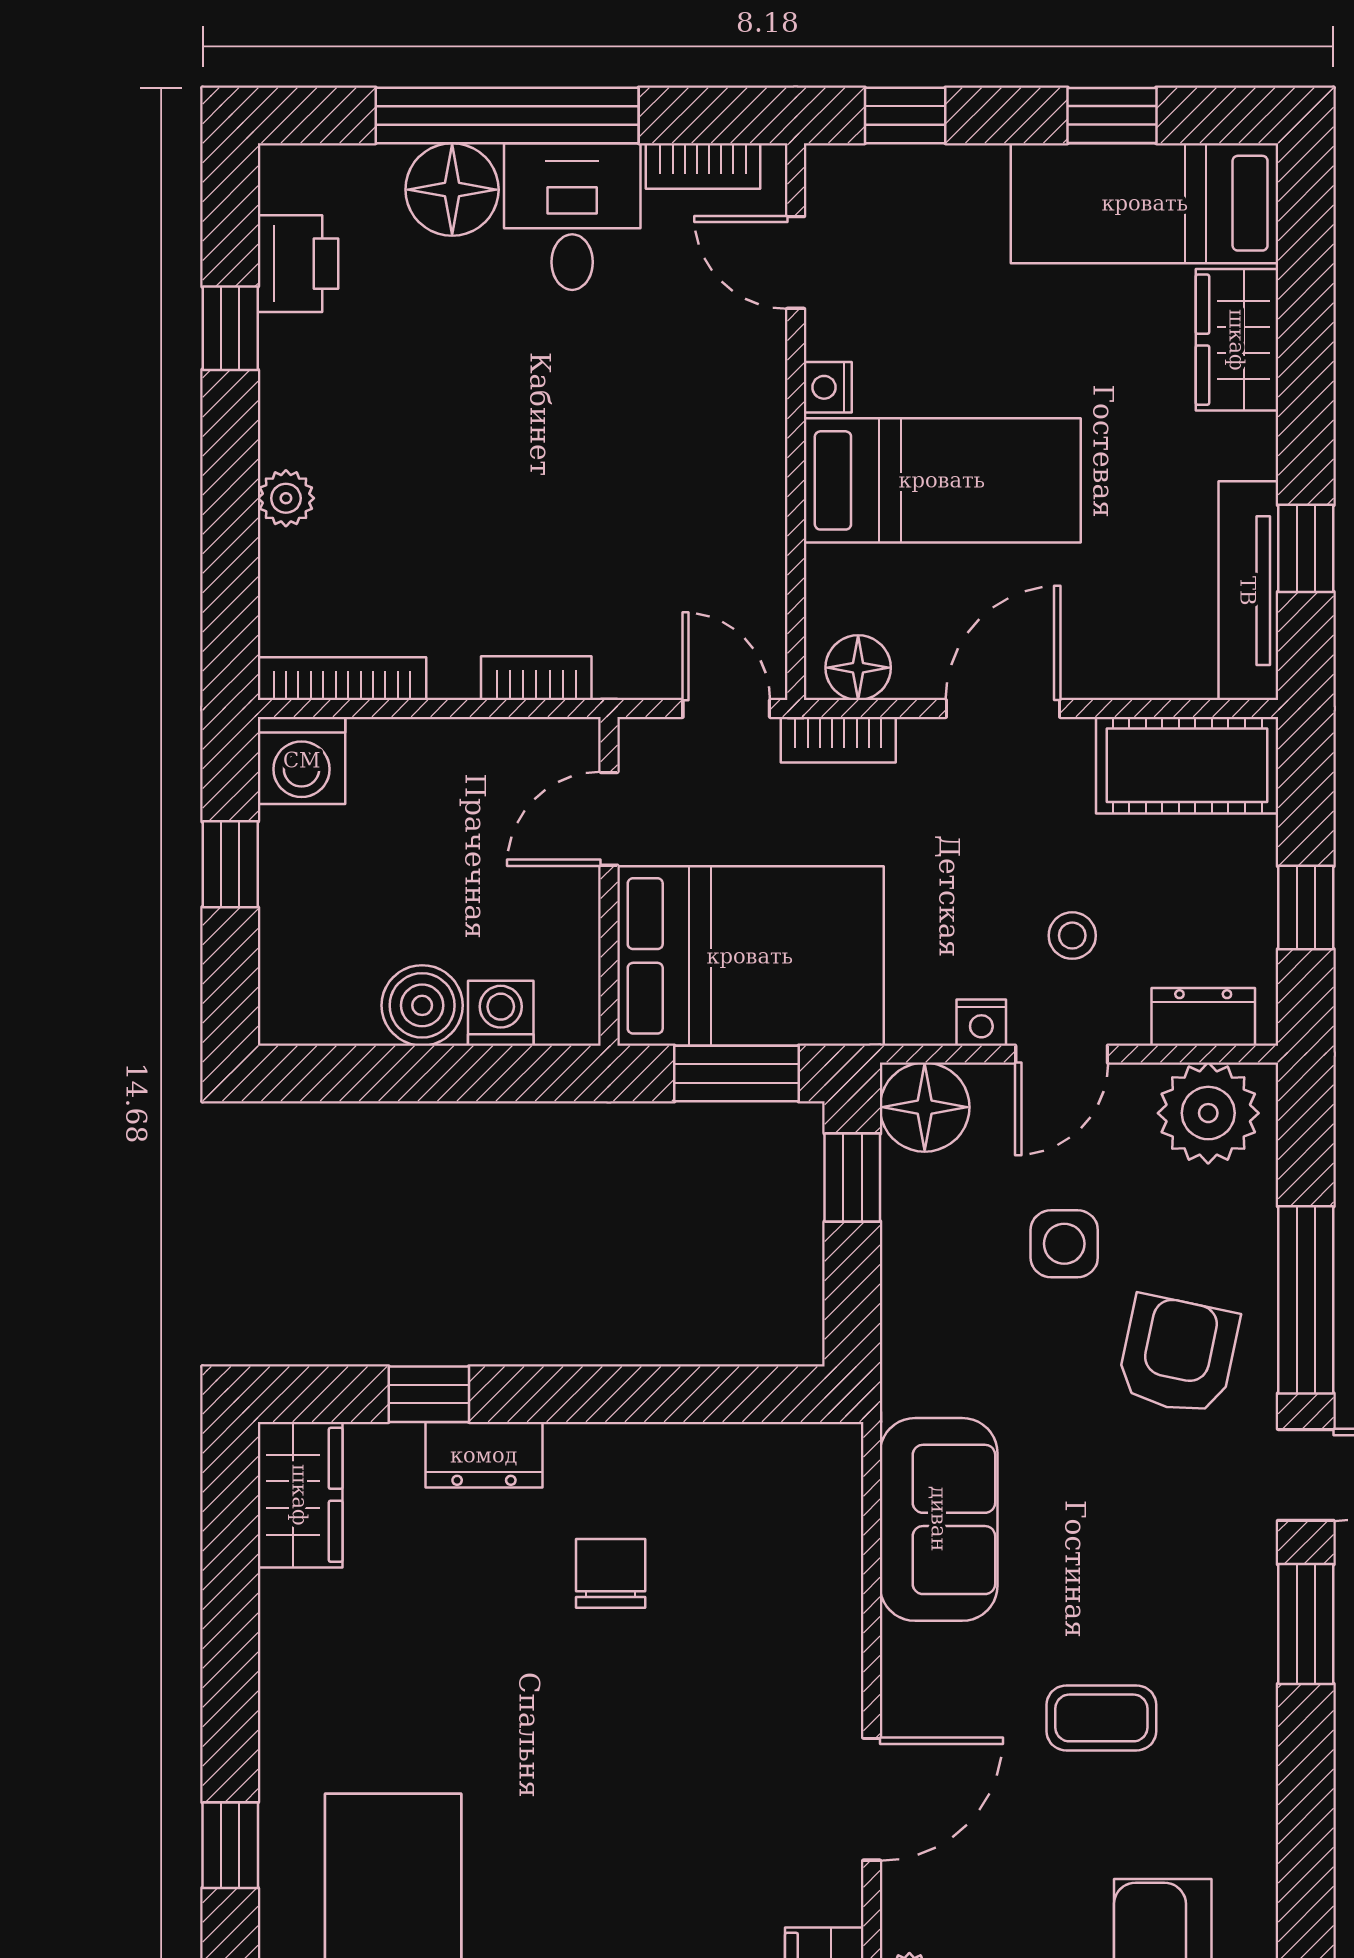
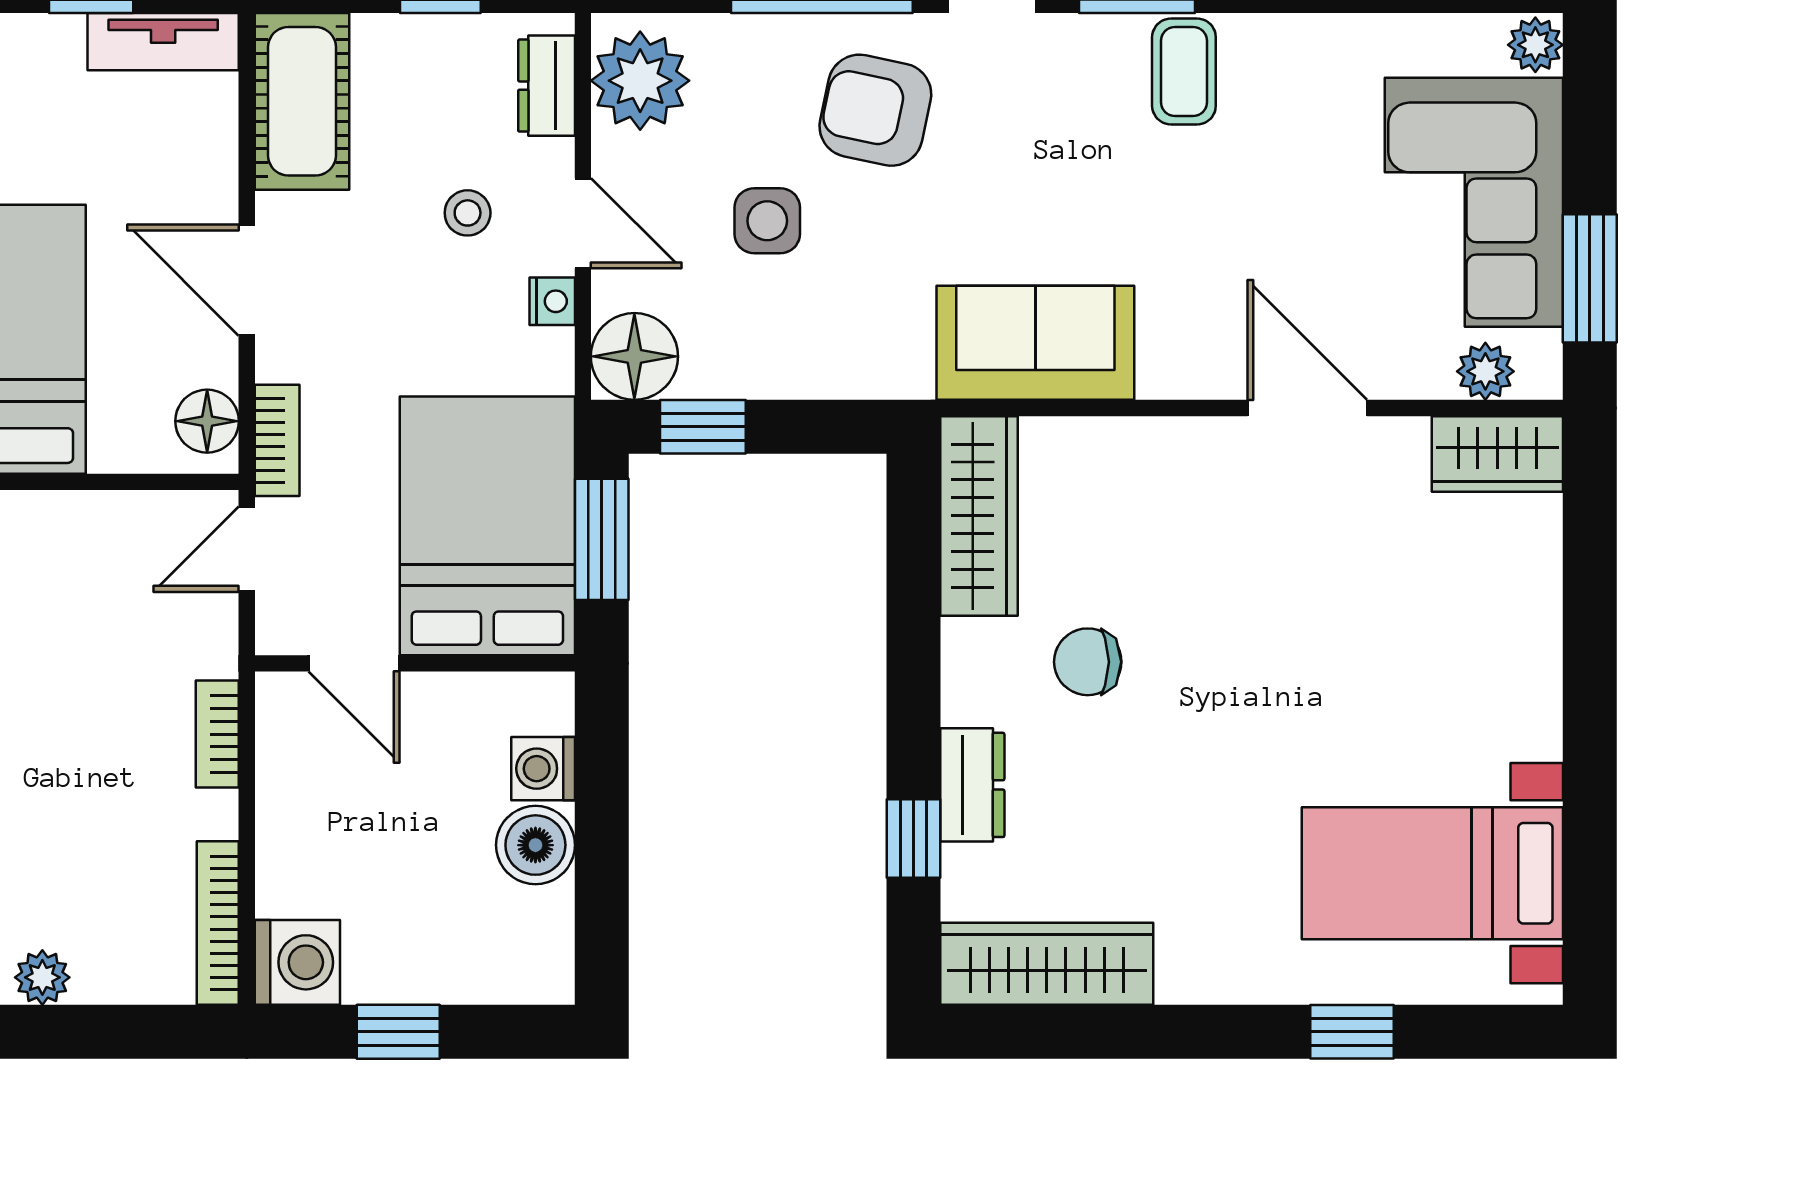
tv unit: (1248, 591) -> (163, 42), width x0.71
wardrobe: (761, 1462) -> (979, 516), added
wardrobe: (300, 1495) -> (1047, 964), width x1.50
coffee table: (1101, 1718) -> (1184, 71), moved

